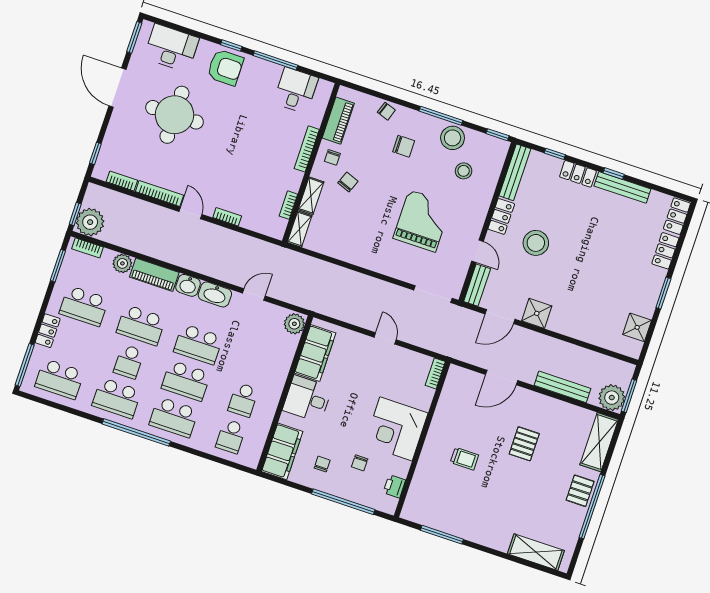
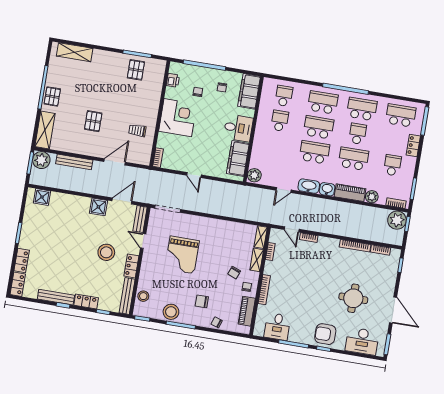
round table: (174, 115) -> (353, 298), width x0.73, depth x0.73
stool: (464, 171) -> (143, 296), moved
door: (191, 213) -> (292, 229), moved
school desk: (84, 306) -> (392, 165), width x0.54
shower: (637, 327) -> (42, 197), moved
trolley: (464, 459) -> (137, 131), moved
pallet: (448, 511) -> (136, 70), added

